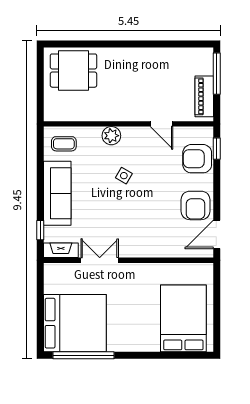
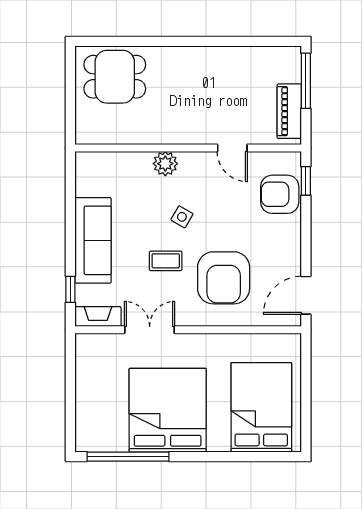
coffee table: (64, 144) -> (166, 261), moved
armchair: (195, 205) -> (224, 278), moved, width x1.36, depth x1.36
bed: (75, 323) -> (168, 410), moved, turned -90

